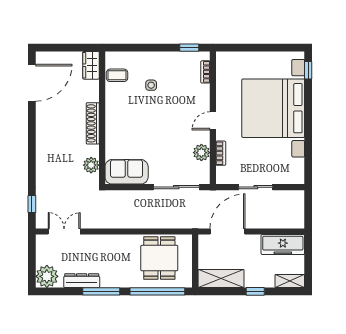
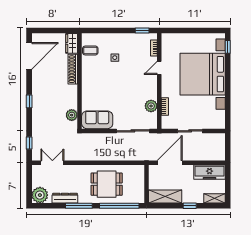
door: (213, 121) -> (159, 68), moved
shoe rack: (93, 123) -> (73, 69), moved
window: (32, 146) -> (29, 101), added
dining table: (159, 258) -> (107, 184), moved, turned 90

